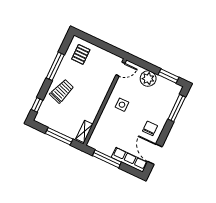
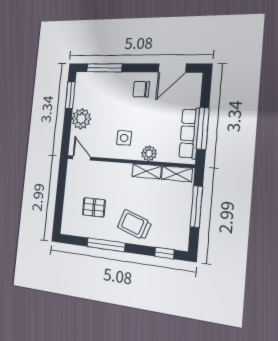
pallet: (81, 54) -> (94, 207), moved
shelving: (94, 112) -> (147, 171), added
plant: (105, 118) -> (149, 153), added
row of seats: (129, 160) -> (189, 133), moved

